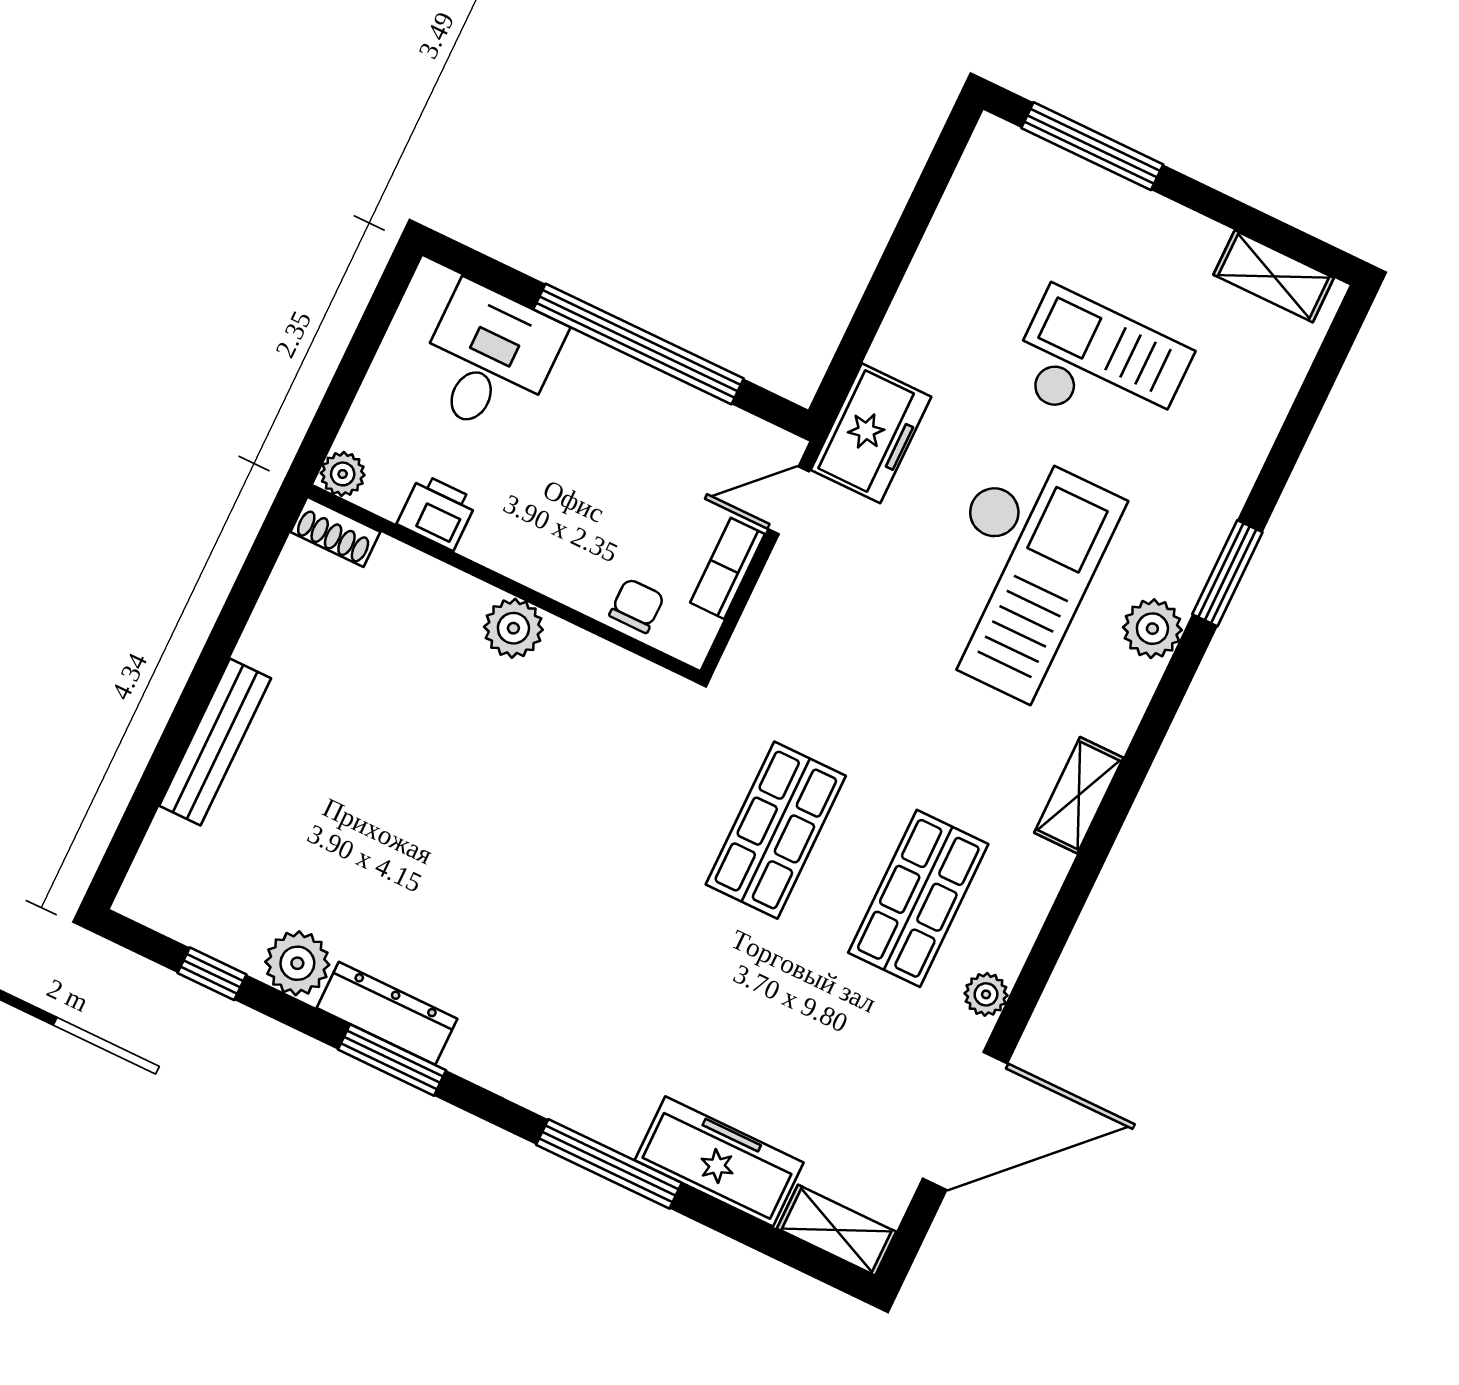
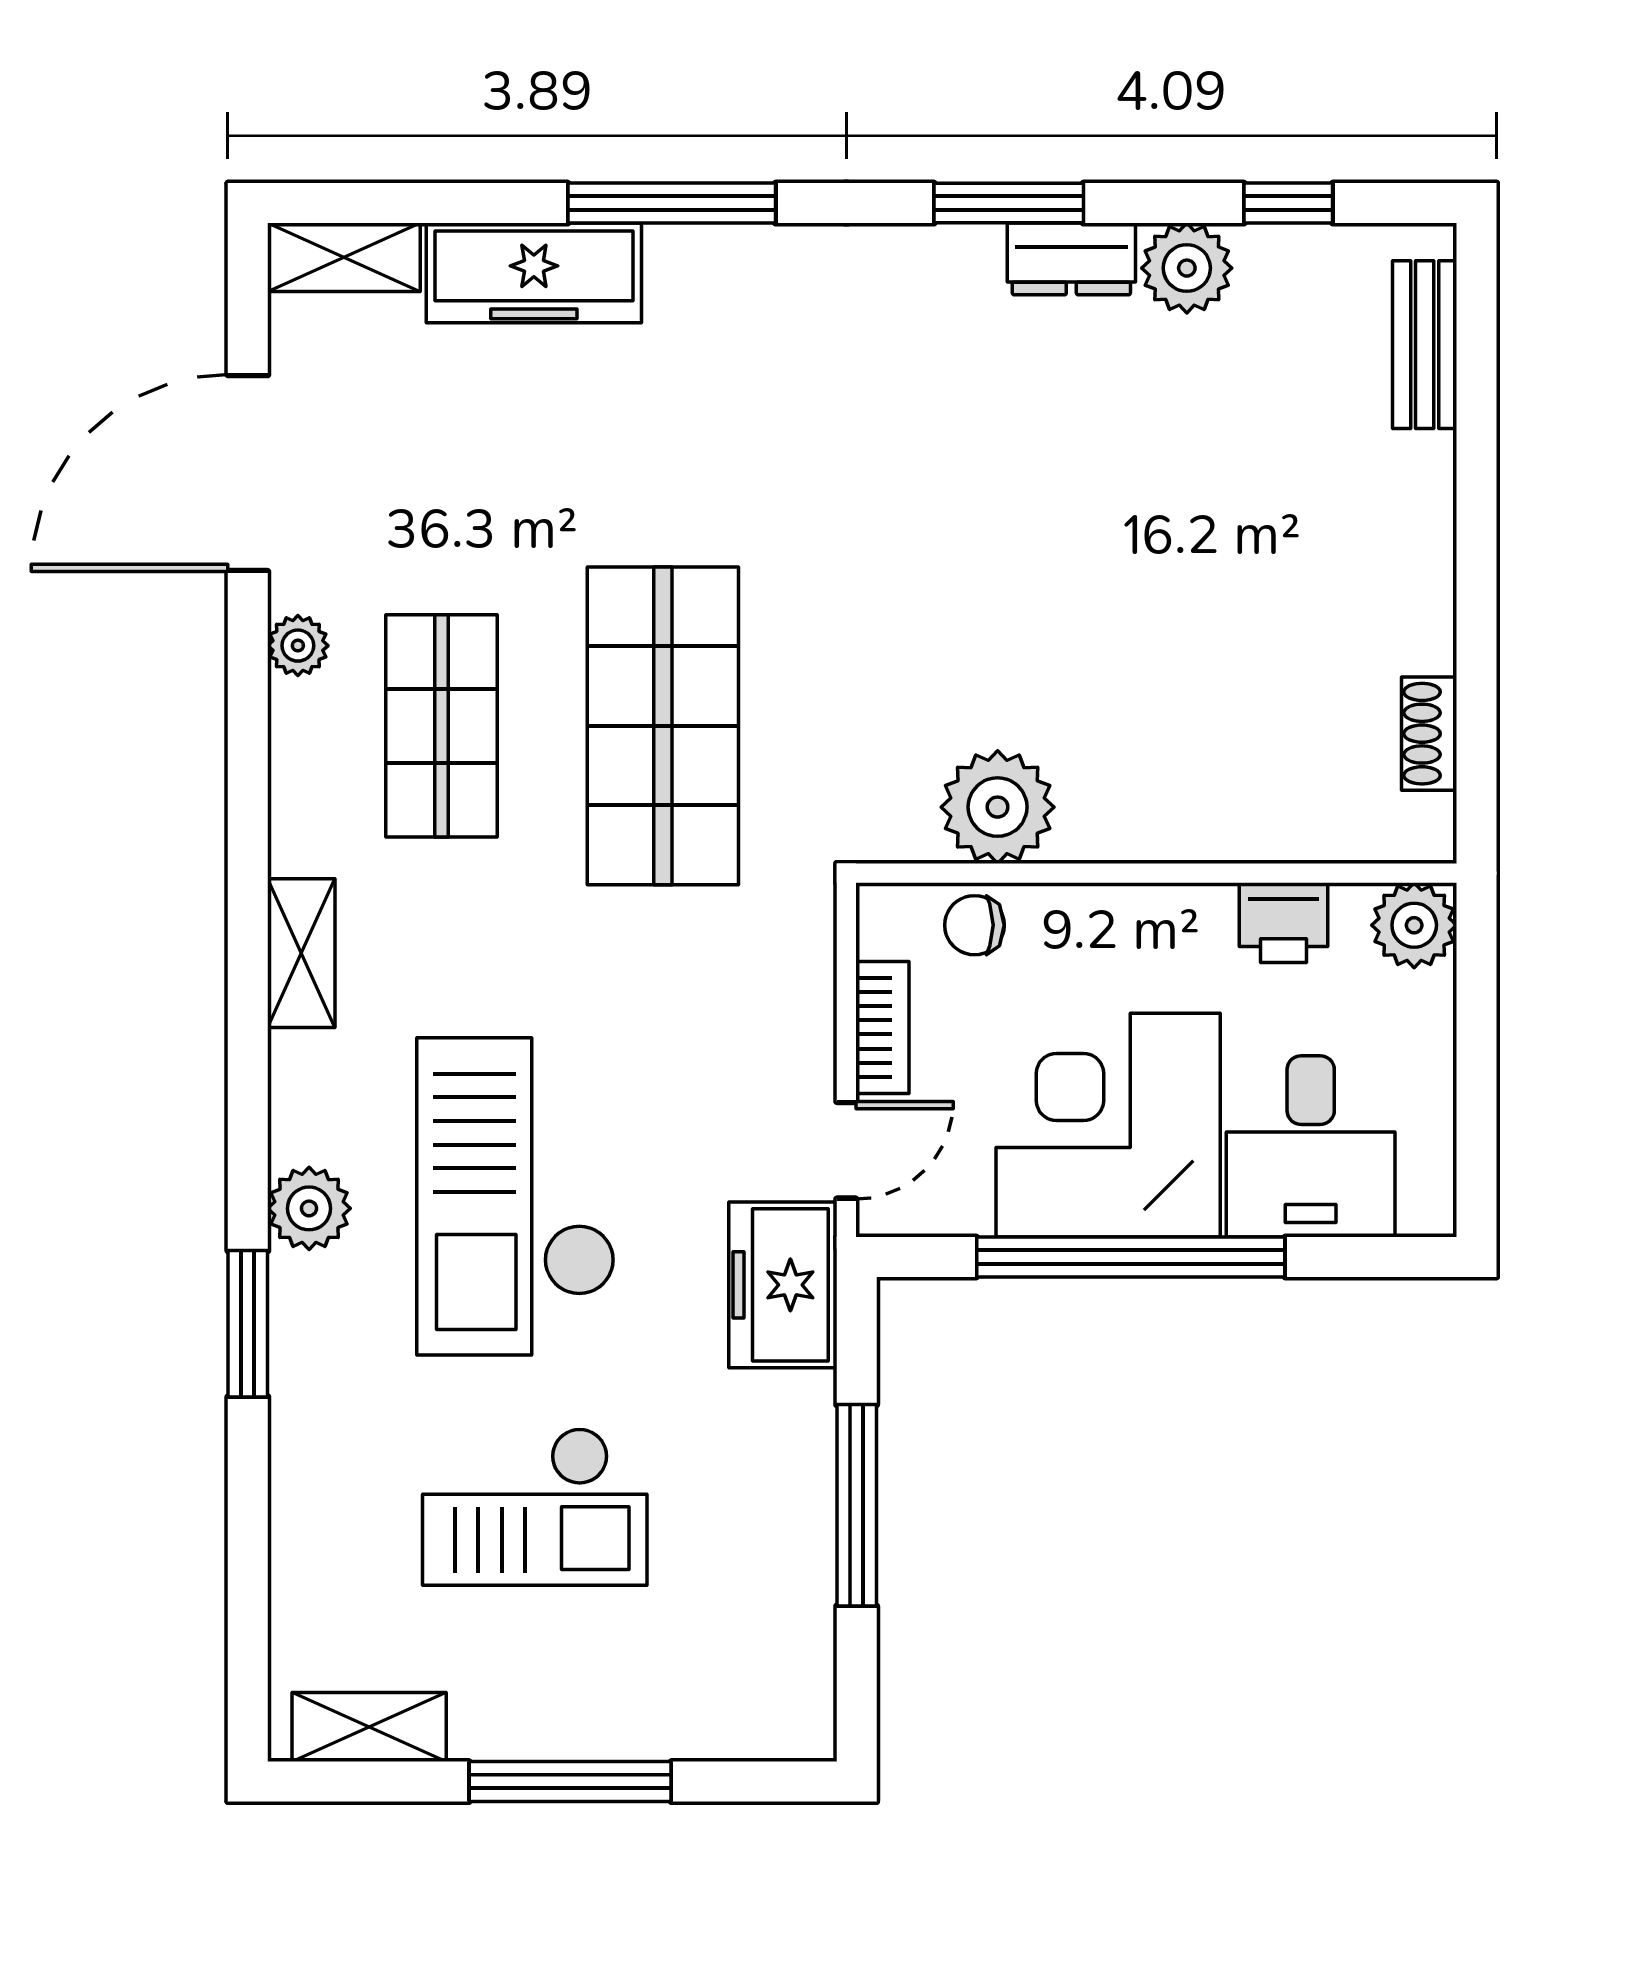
window: (1092, 146) -> (570, 1782), moved
window: (891, 269) -> (857, 1505), added
corner desk: (612, 436) -> (1108, 1125), added
plant: (343, 474) -> (1414, 925), width x1.38, depth x1.38
shoe rack: (335, 532) -> (1429, 734), moved, turned -90
chair: (637, 606) -> (974, 925), turned 90
plant: (513, 628) -> (998, 807), moved, width x1.36, depth x1.36
bench: (215, 742) -> (1425, 345), moved, width x0.73
shop shelf: (776, 830) -> (663, 726), width x1.43, depth x1.36
dresser: (387, 1013) -> (1071, 259), width x0.70

